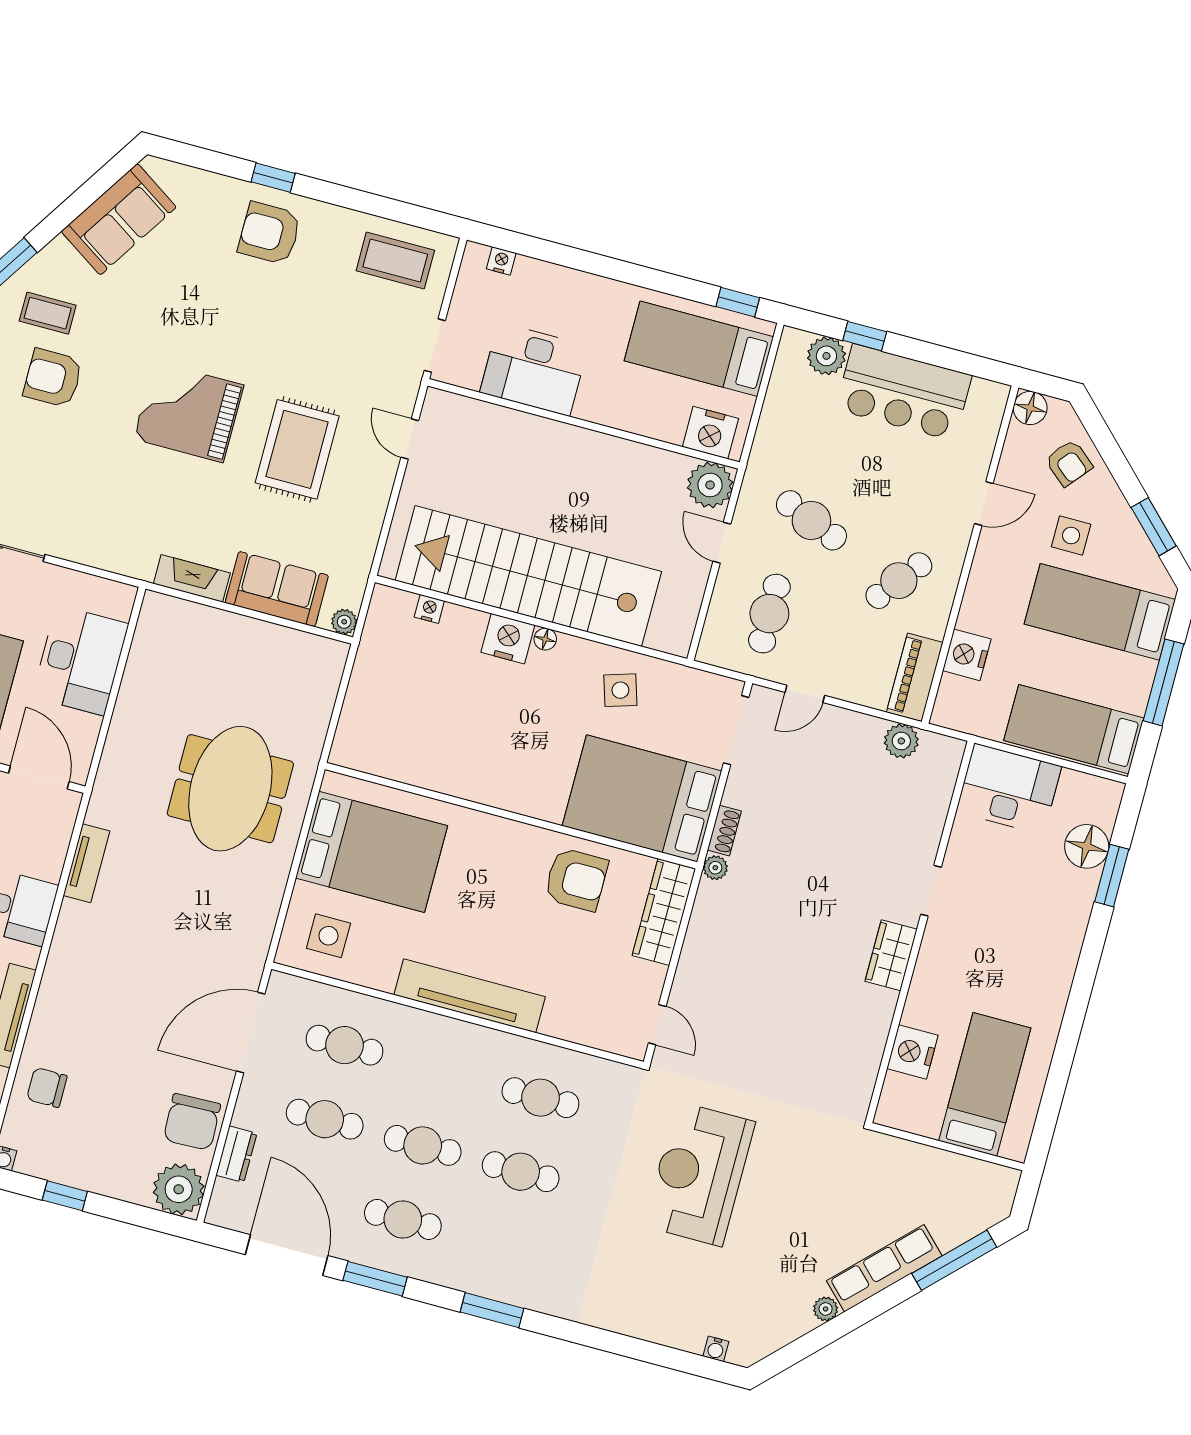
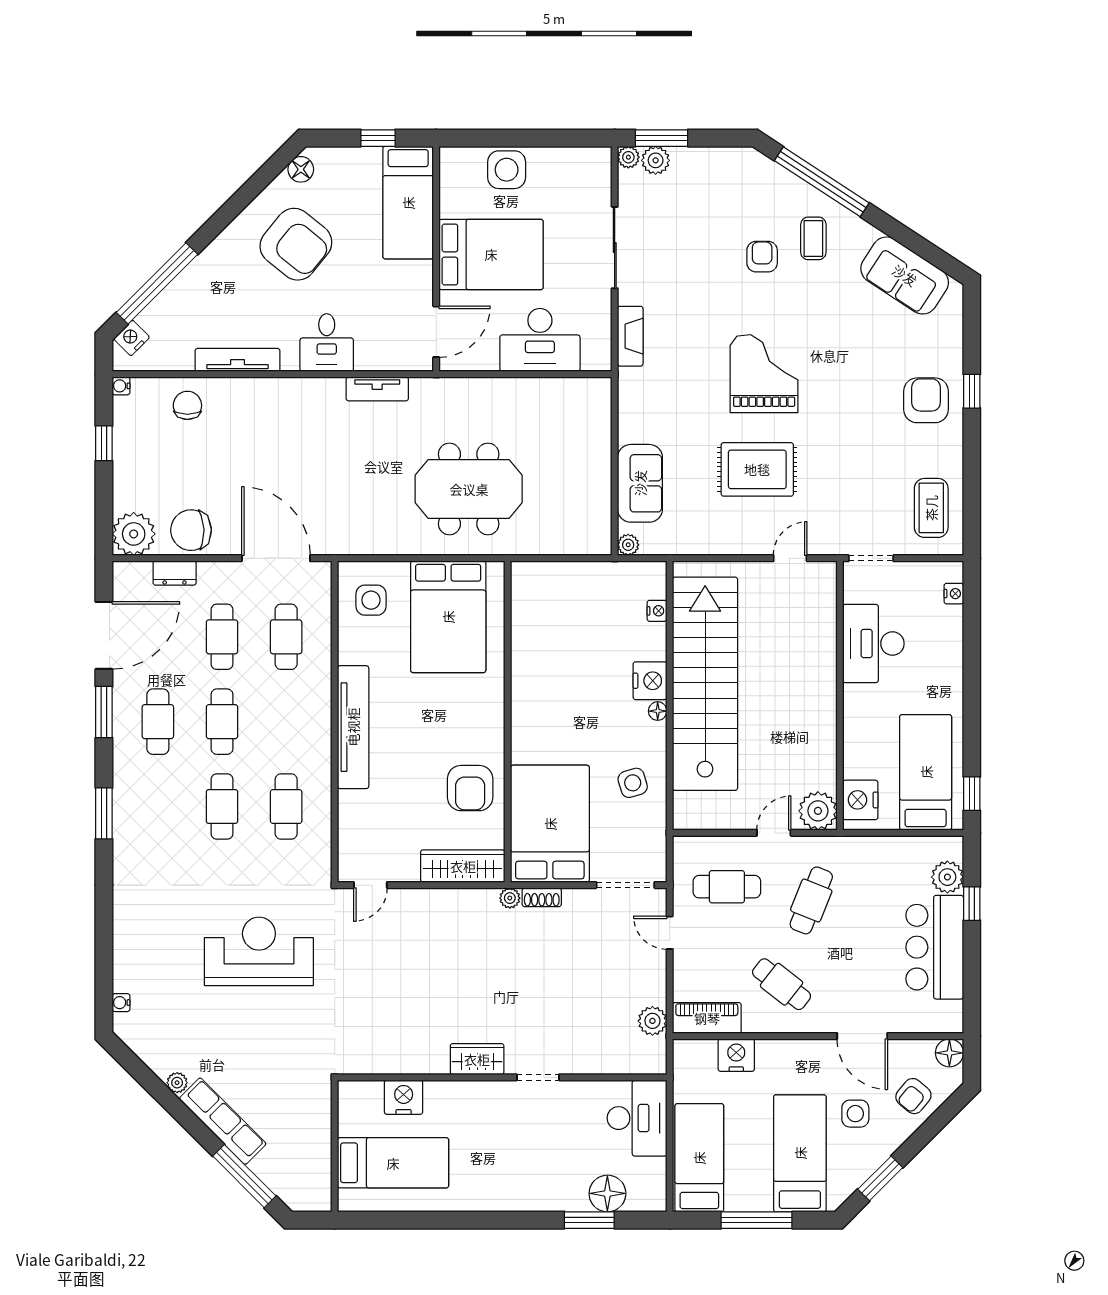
armchair: (53, 378) -> (762, 257), width x0.72, depth x0.72
door: (984, 503) -> (862, 1036), width x1.38
fireplace: (192, 578) -> (630, 336), moved

